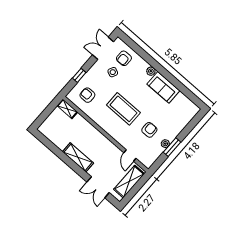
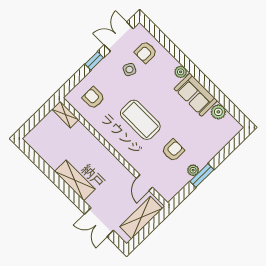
window: (79, 75) -> (94, 61), moved
plant: (181, 99) -> (218, 112), added

